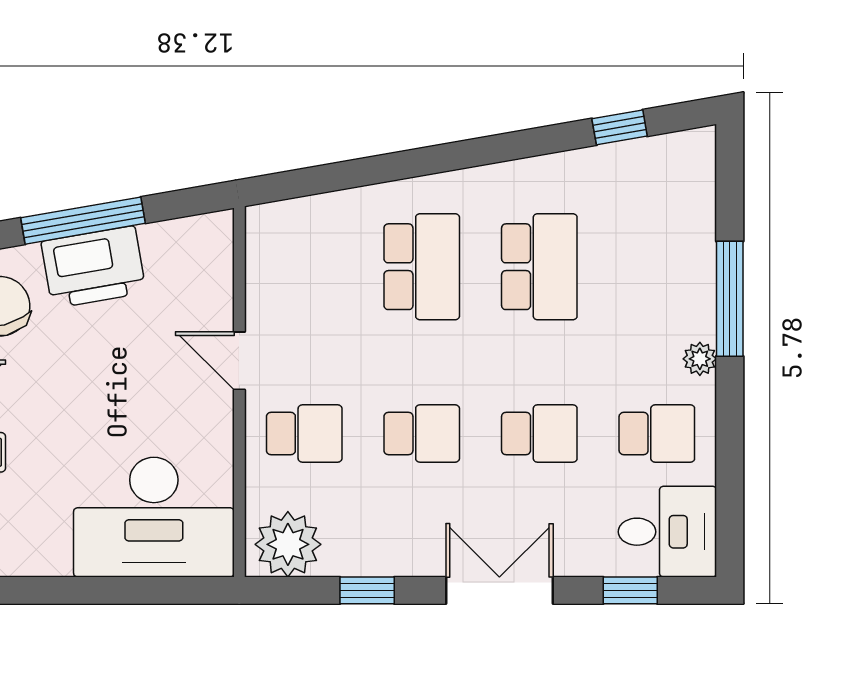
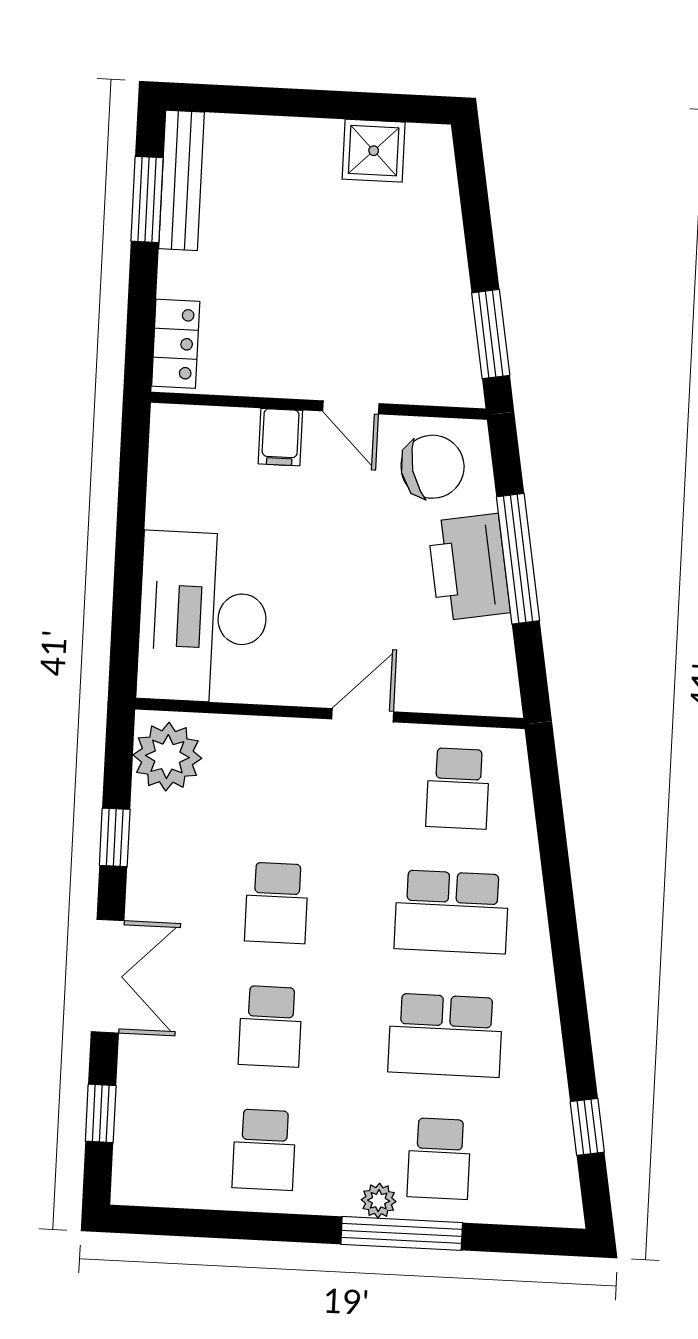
school desk: (657, 267) -> (439, 1159), added
plant: (700, 359) -> (379, 1201), moved
school desk: (304, 434) -> (458, 788), moved
desk: (667, 532) -> (160, 1156), removed

